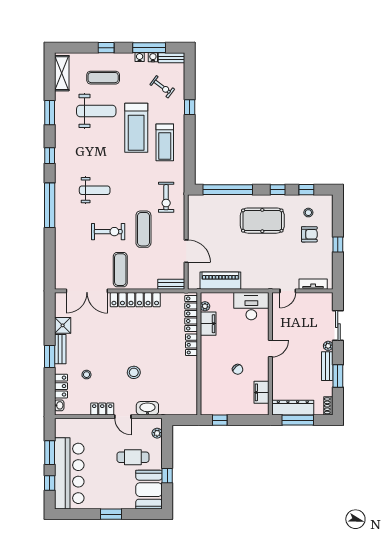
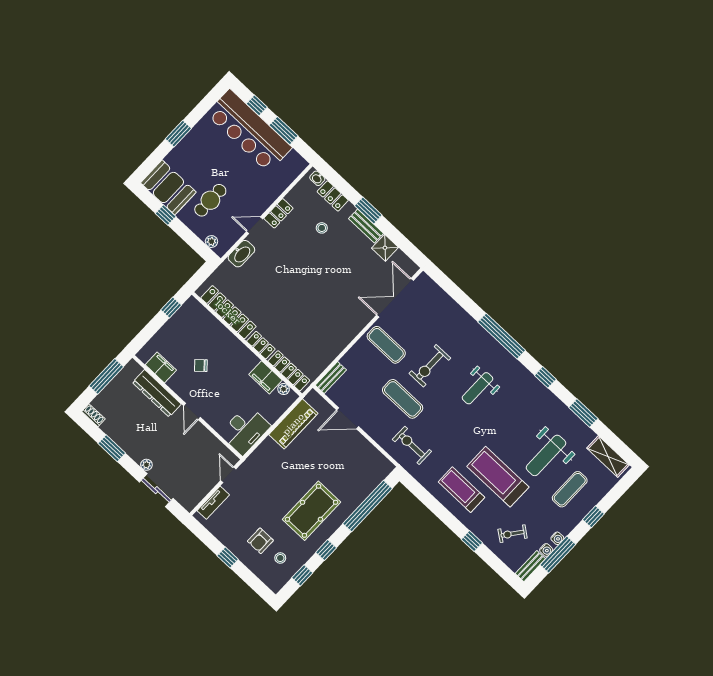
locker: (135, 300) -> (228, 312), moved, turned 90
bench: (327, 366) -> (129, 447), removed
stool: (134, 372) -> (284, 271), removed
dresser: (293, 408) -> (157, 393), moved, turned 90

